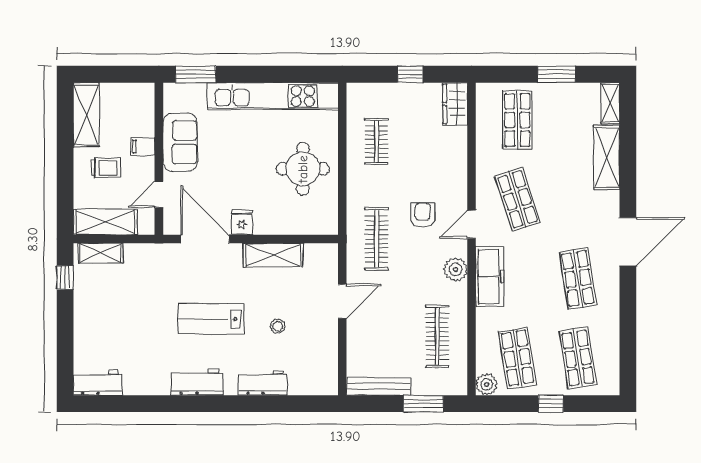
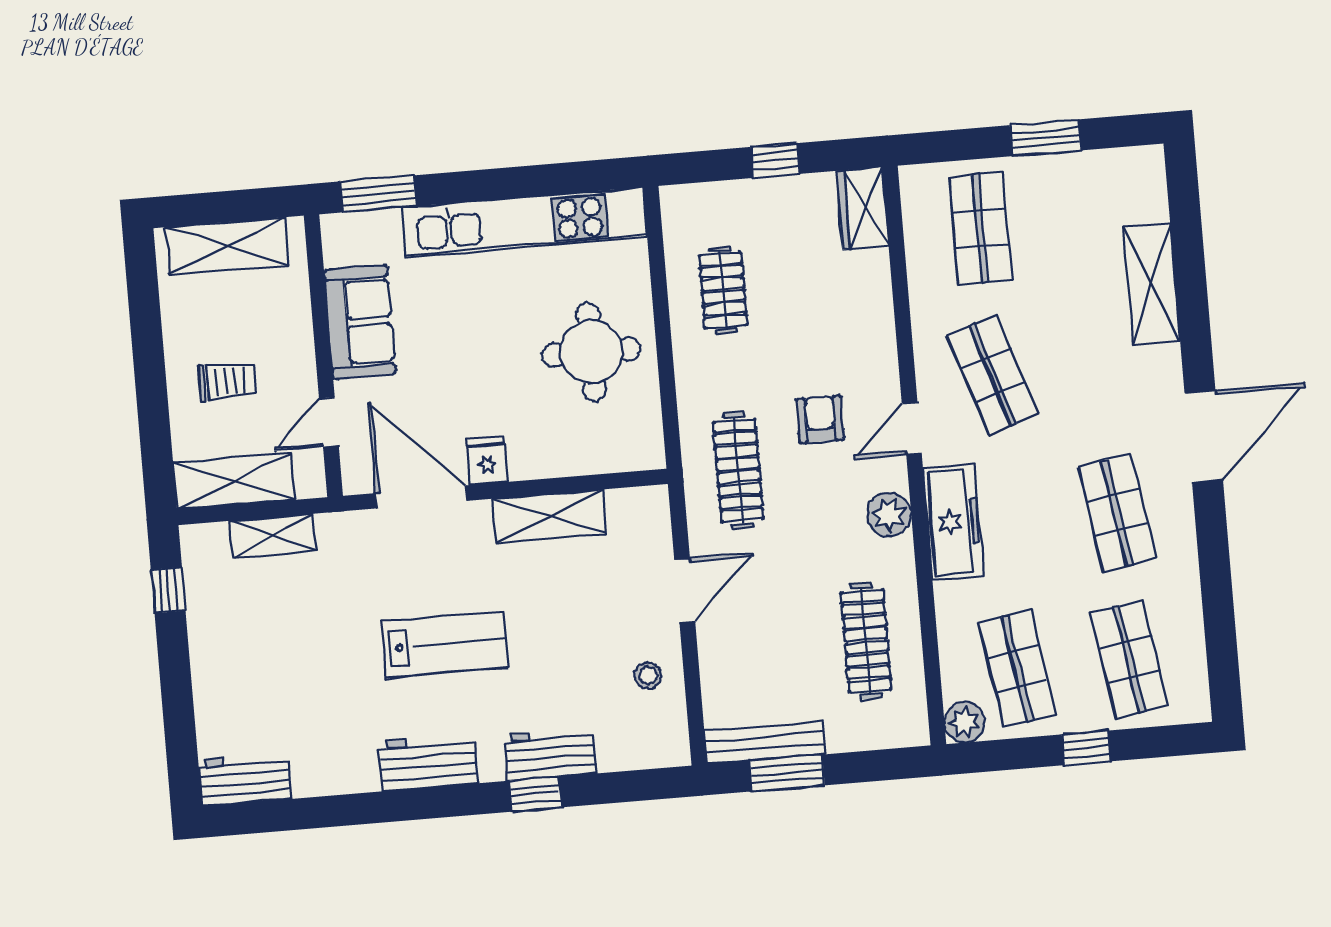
shelving: (610, 103) -> (1150, 183), removed
shelving: (86, 115) -> (227, 246), moved, turned 90
filing cabinet: (143, 147) -> (292, 336), removed
shelving: (100, 253) -> (273, 536), moved
lab bench: (211, 319) -> (445, 644), turned 180
stool: (278, 326) -> (648, 675), moved
window: (253, 404) -> (535, 794), added
window: (423, 404) -> (787, 773), moved

